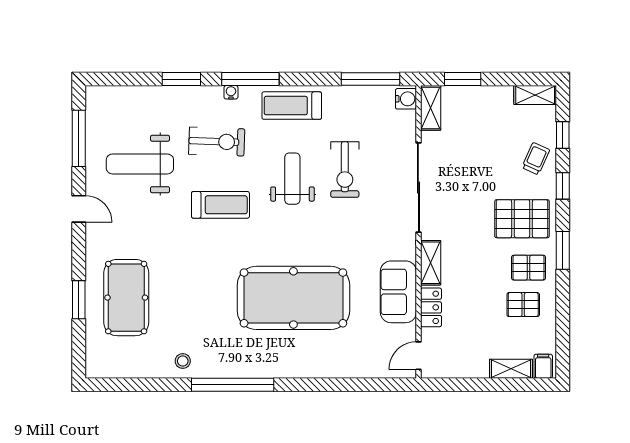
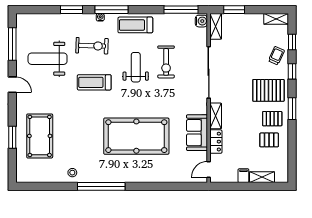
treadmill: (220, 205) -> (94, 82), turned 180
filing cabinet: (543, 366) -> (243, 176), moved

